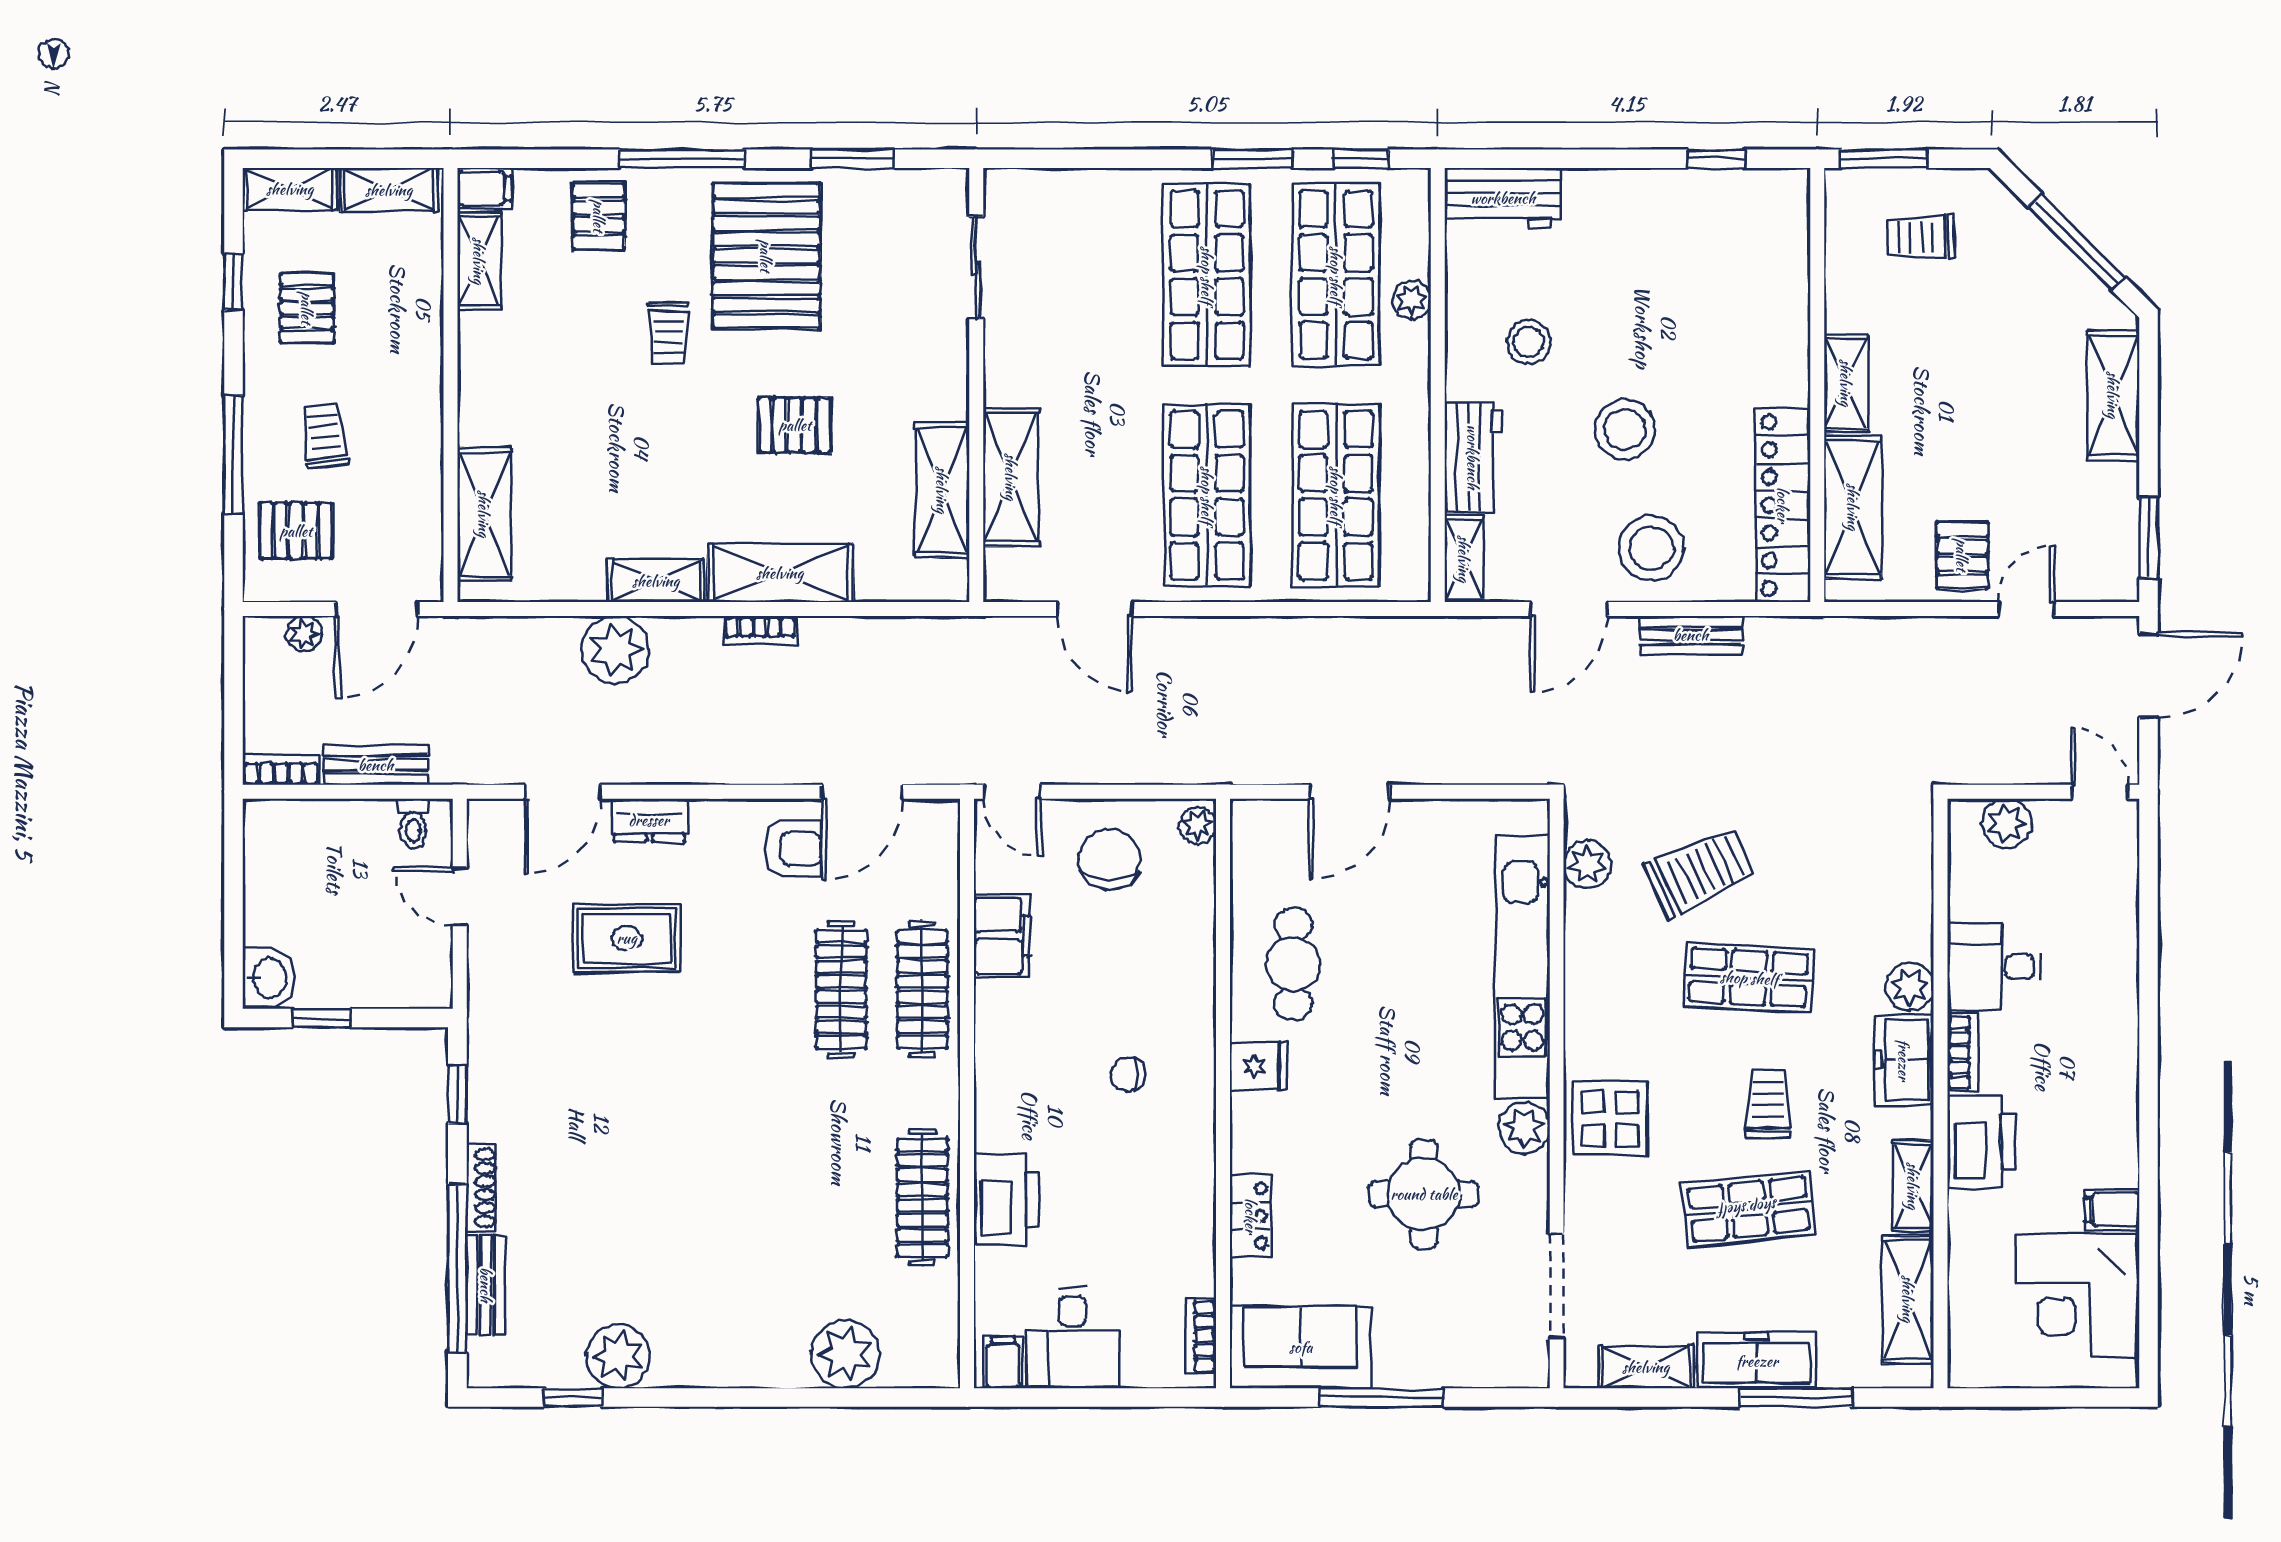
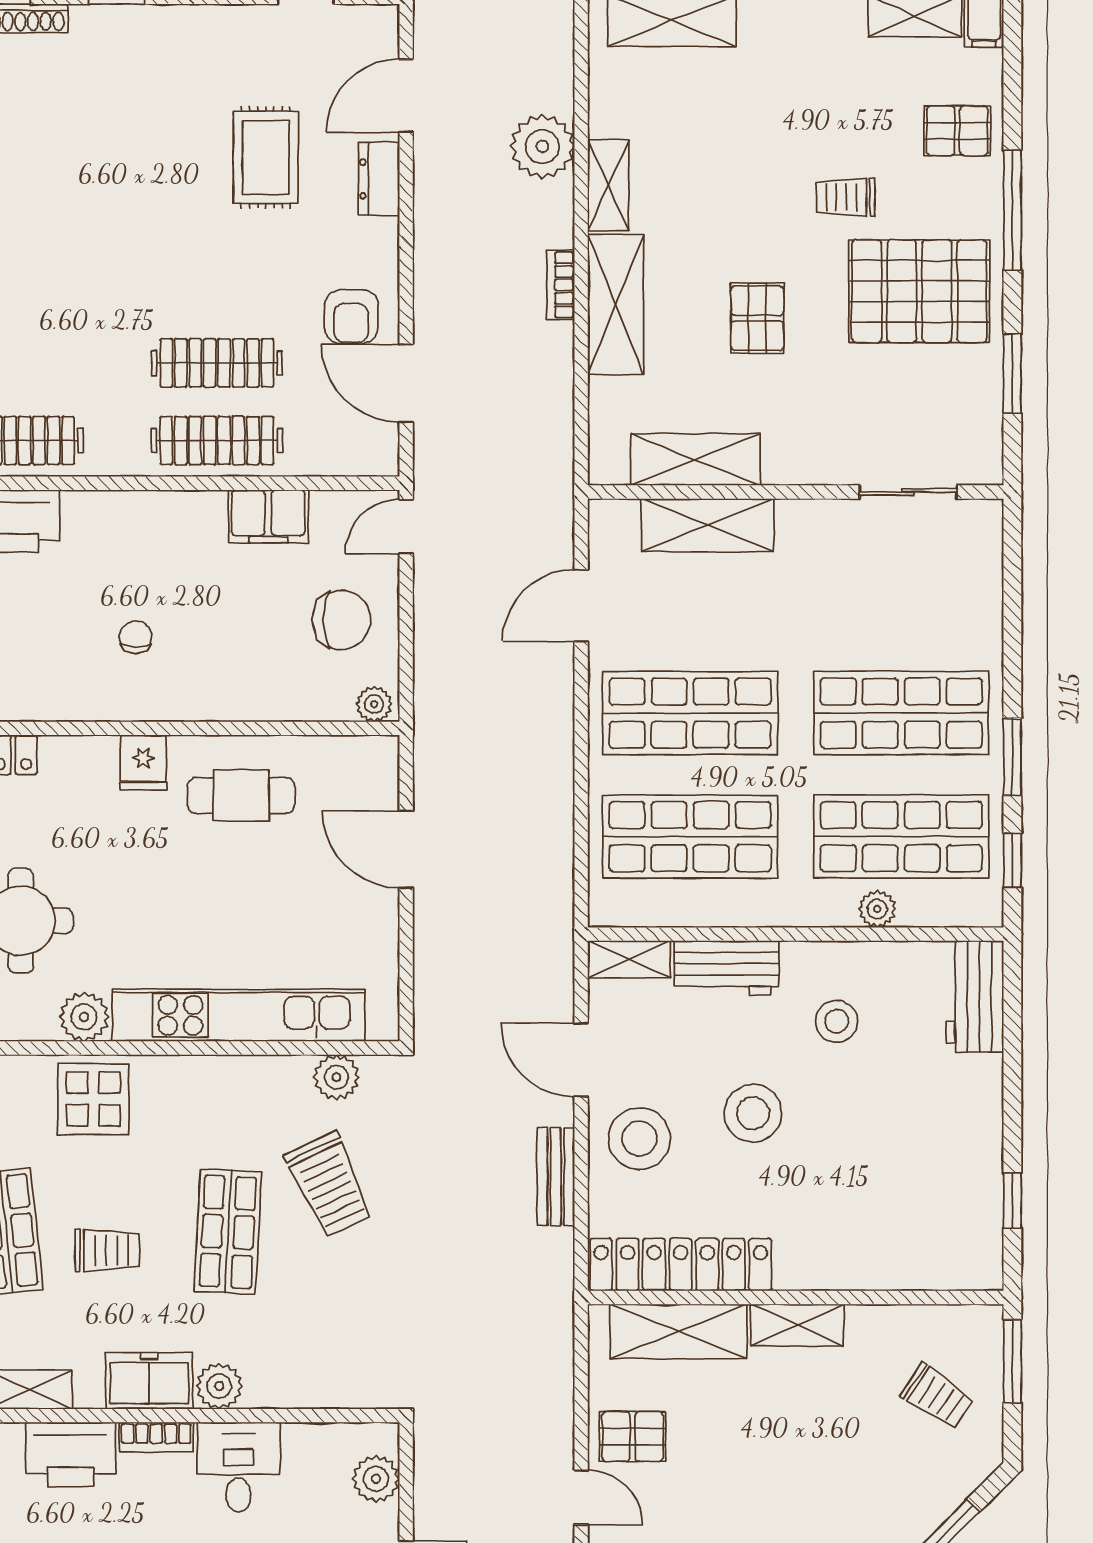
trolley: (1920, 237) -> (937, 1396), turned 125
door: (562, 792) -> (406, 96), hinge flipped

